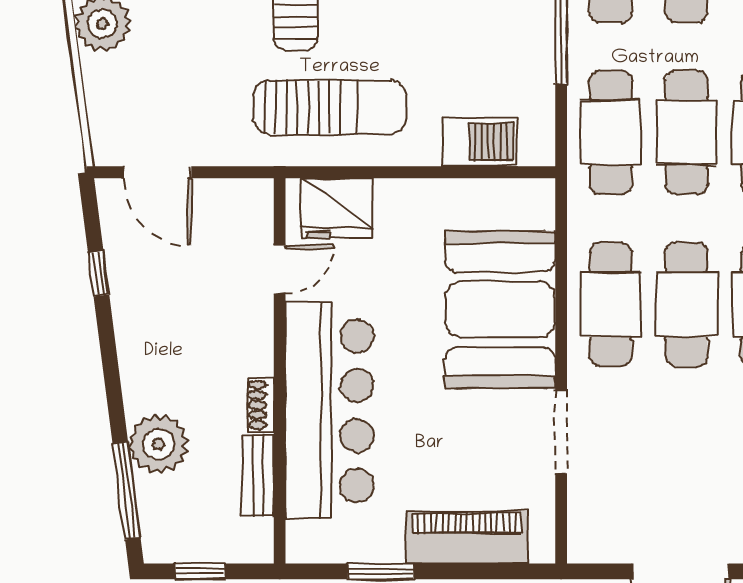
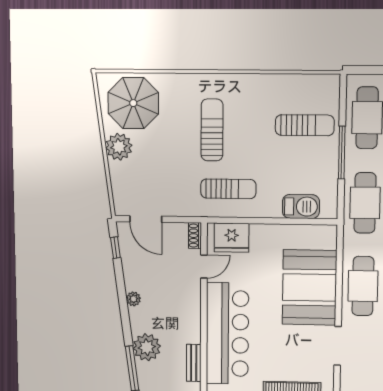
sun lounger: (330, 107) -> (228, 189), width x0.73, depth x0.75
window: (99, 274) -> (115, 248), moved
plant: (131, 341) -> (133, 299), added
shoe rack: (261, 405) -> (195, 236), moved

